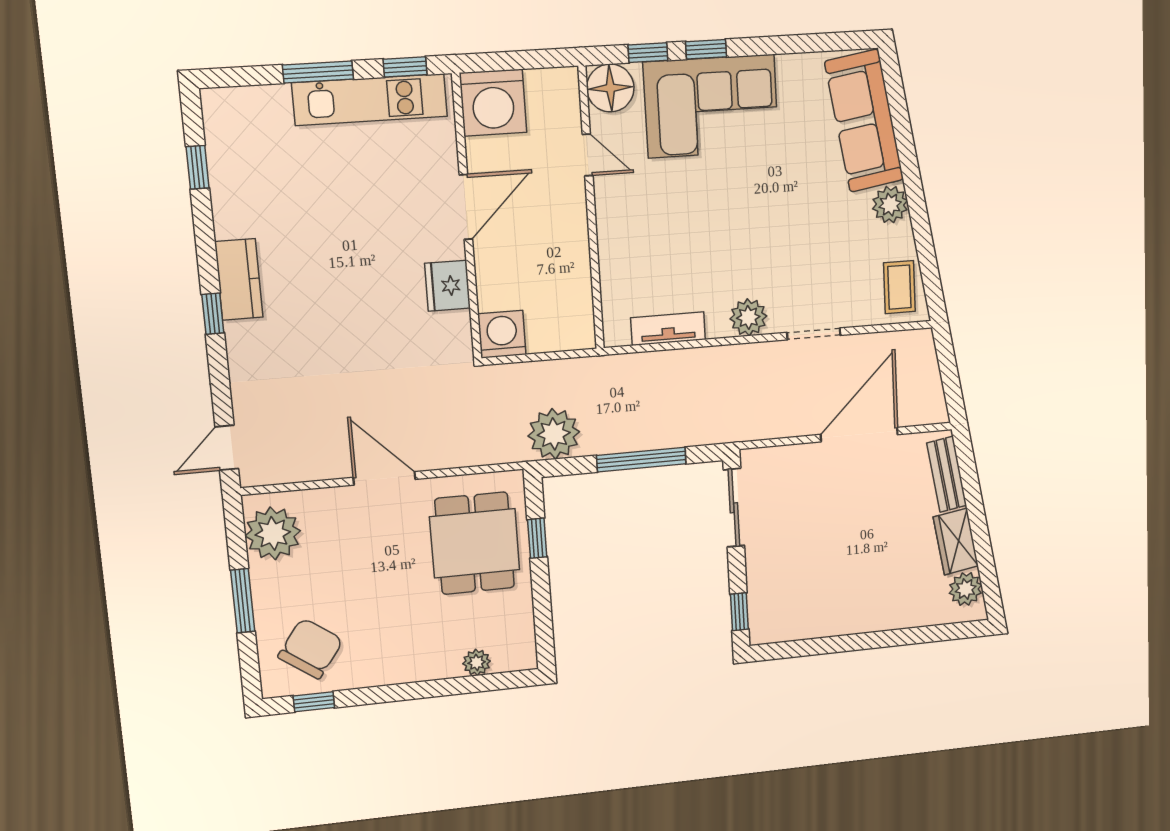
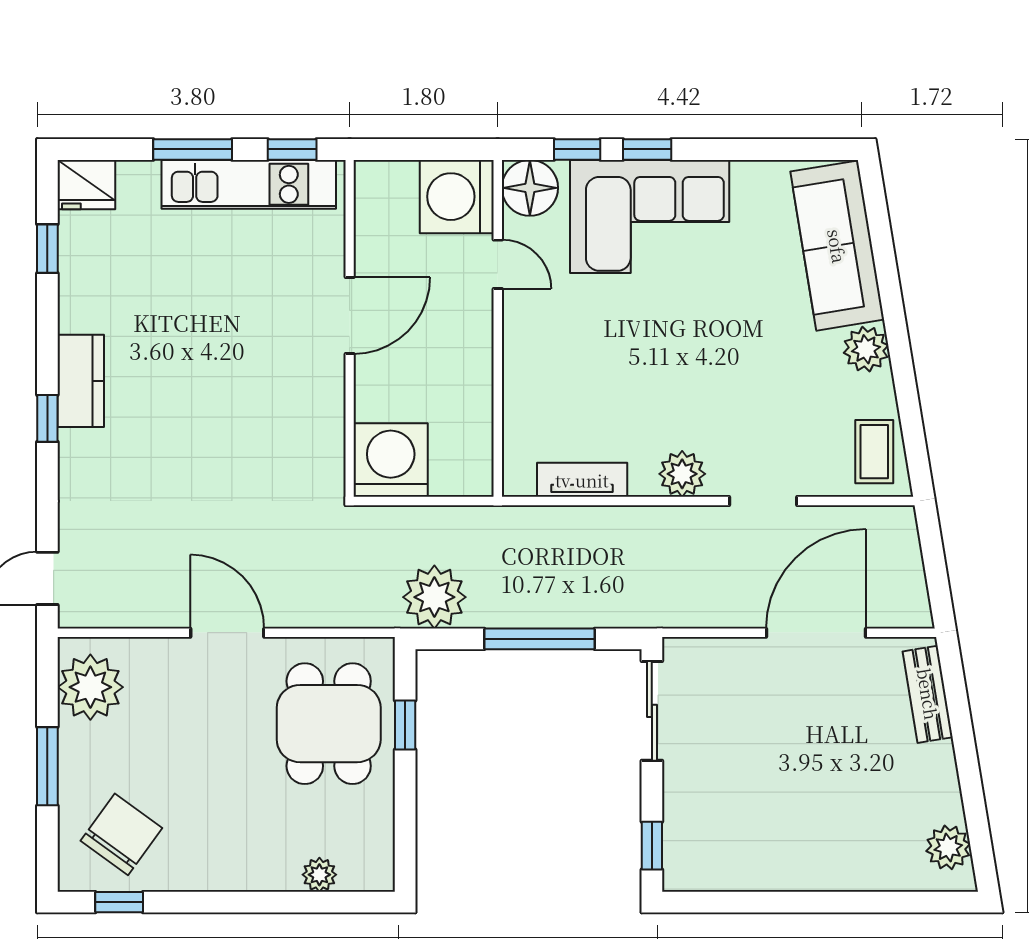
washing machine: (493, 103) -> (457, 197), moved, turned 90
fridge: (448, 286) -> (86, 185), moved, turned -90
washing machine: (502, 334) -> (391, 460), width x1.37, depth x1.37
wardrobe: (956, 541) -> (937, 783), removed

